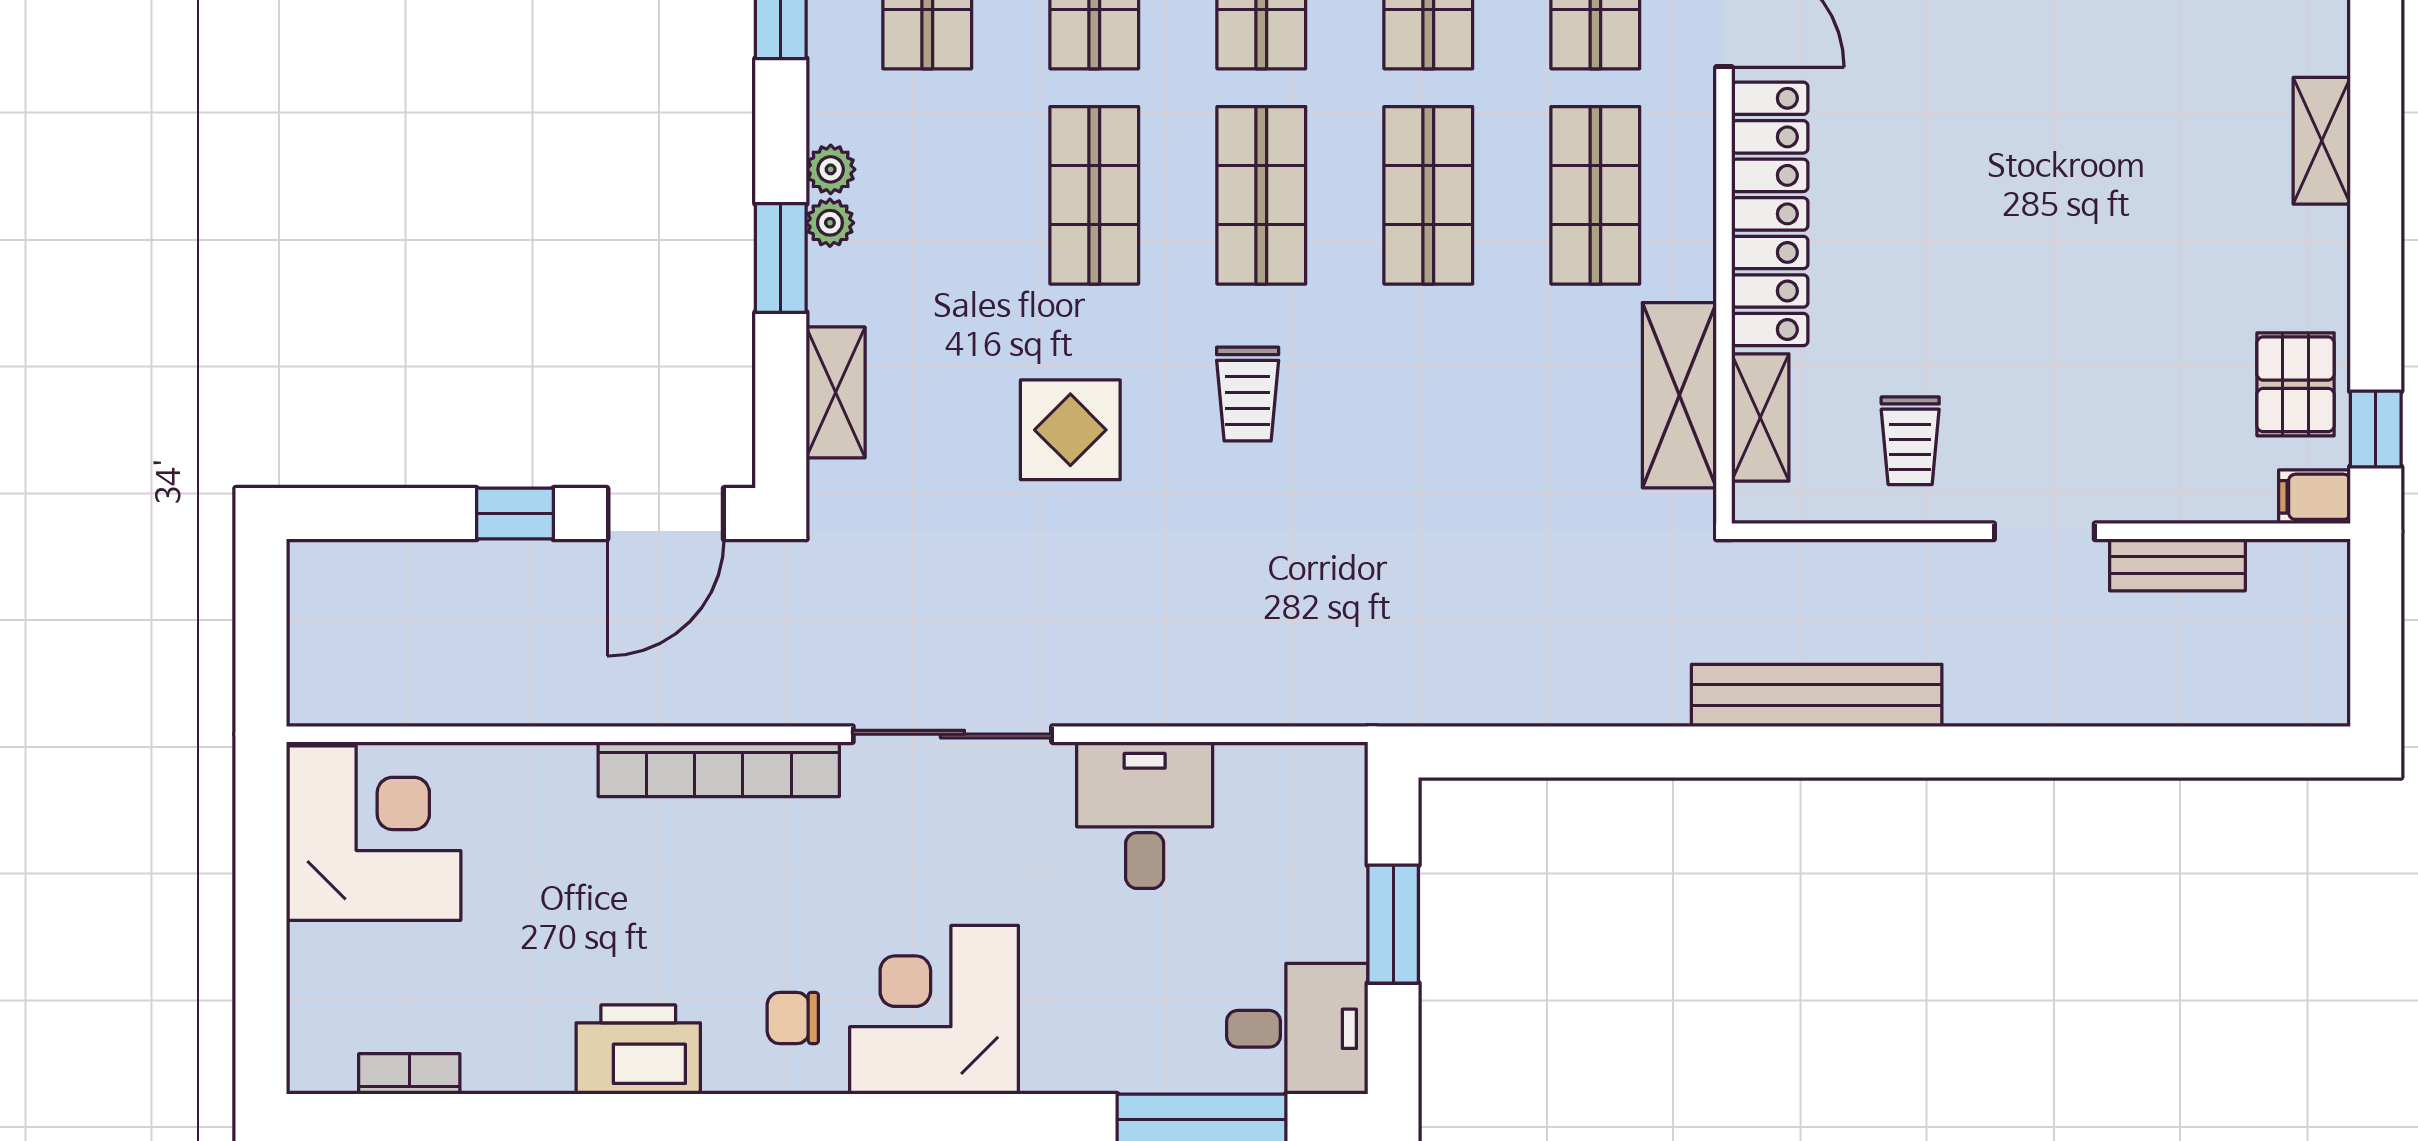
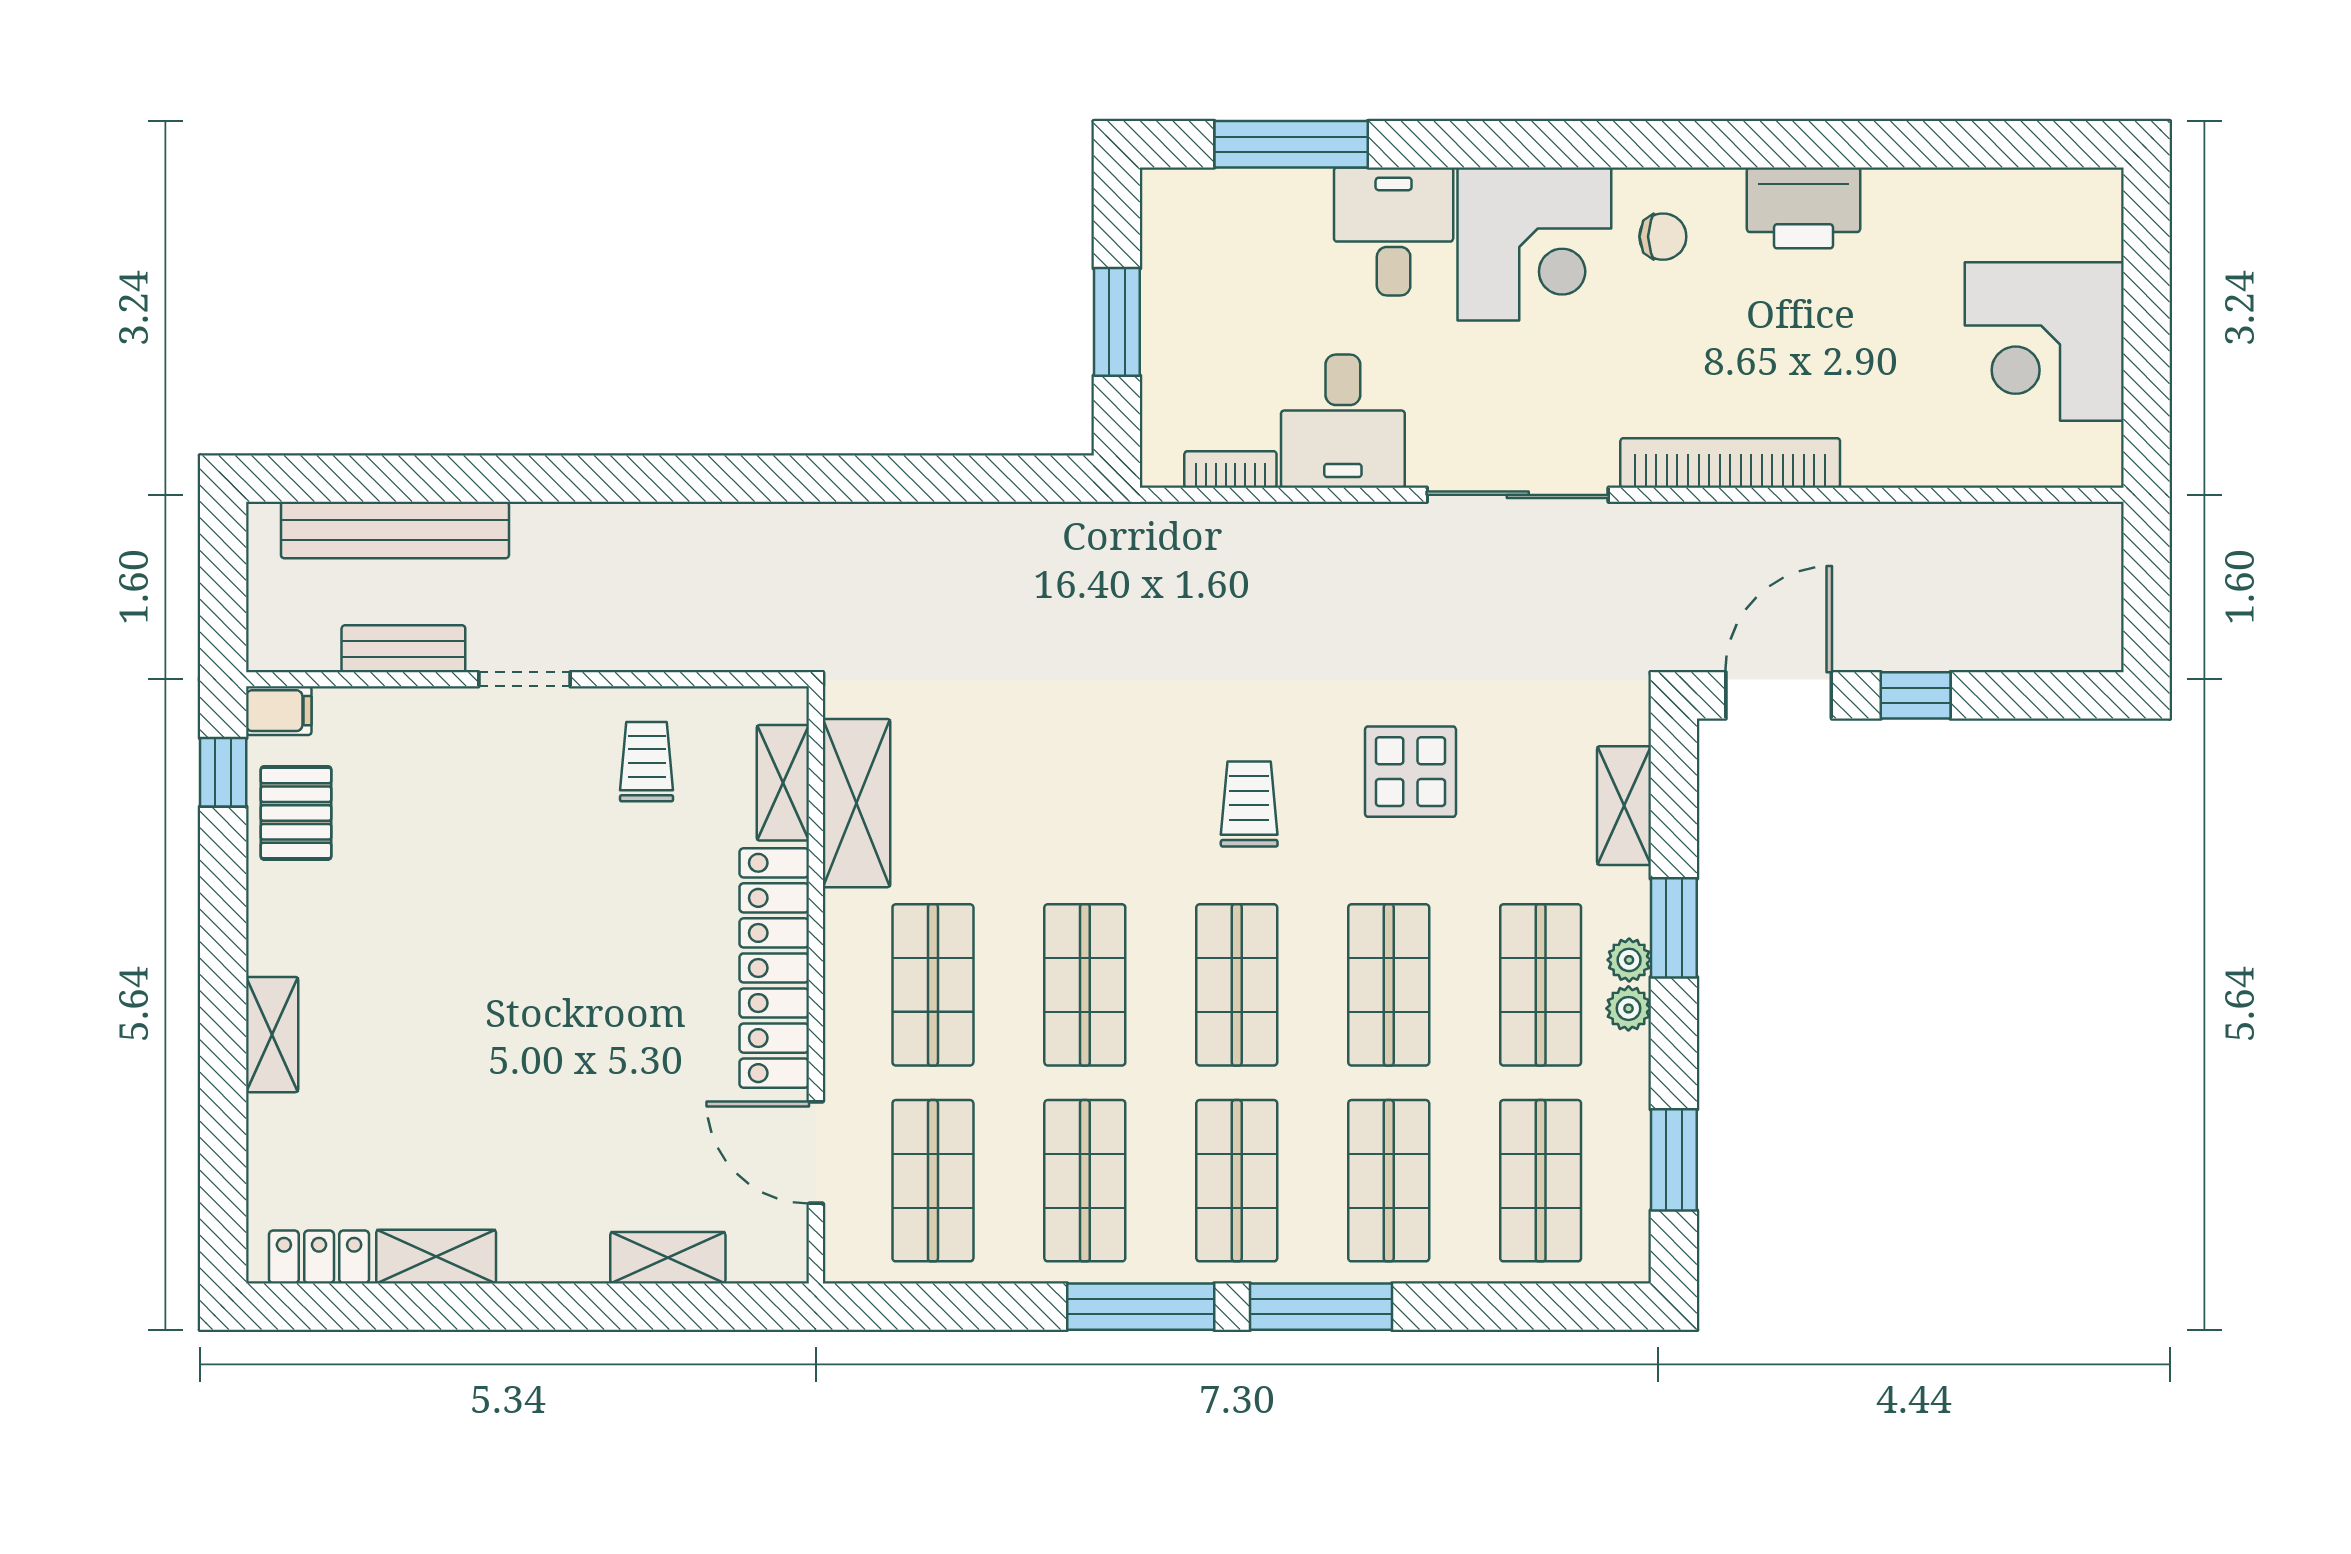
shop shelf: (927, 195) -> (1541, 985), added
bench: (1817, 695) -> (395, 530), moved
corner desk: (374, 833) -> (2044, 342), moved
desk: (1297, 1029) -> (1394, 231), moved, turned 90
bookcase: (409, 1074) -> (1230, 469), moved, turned 180

